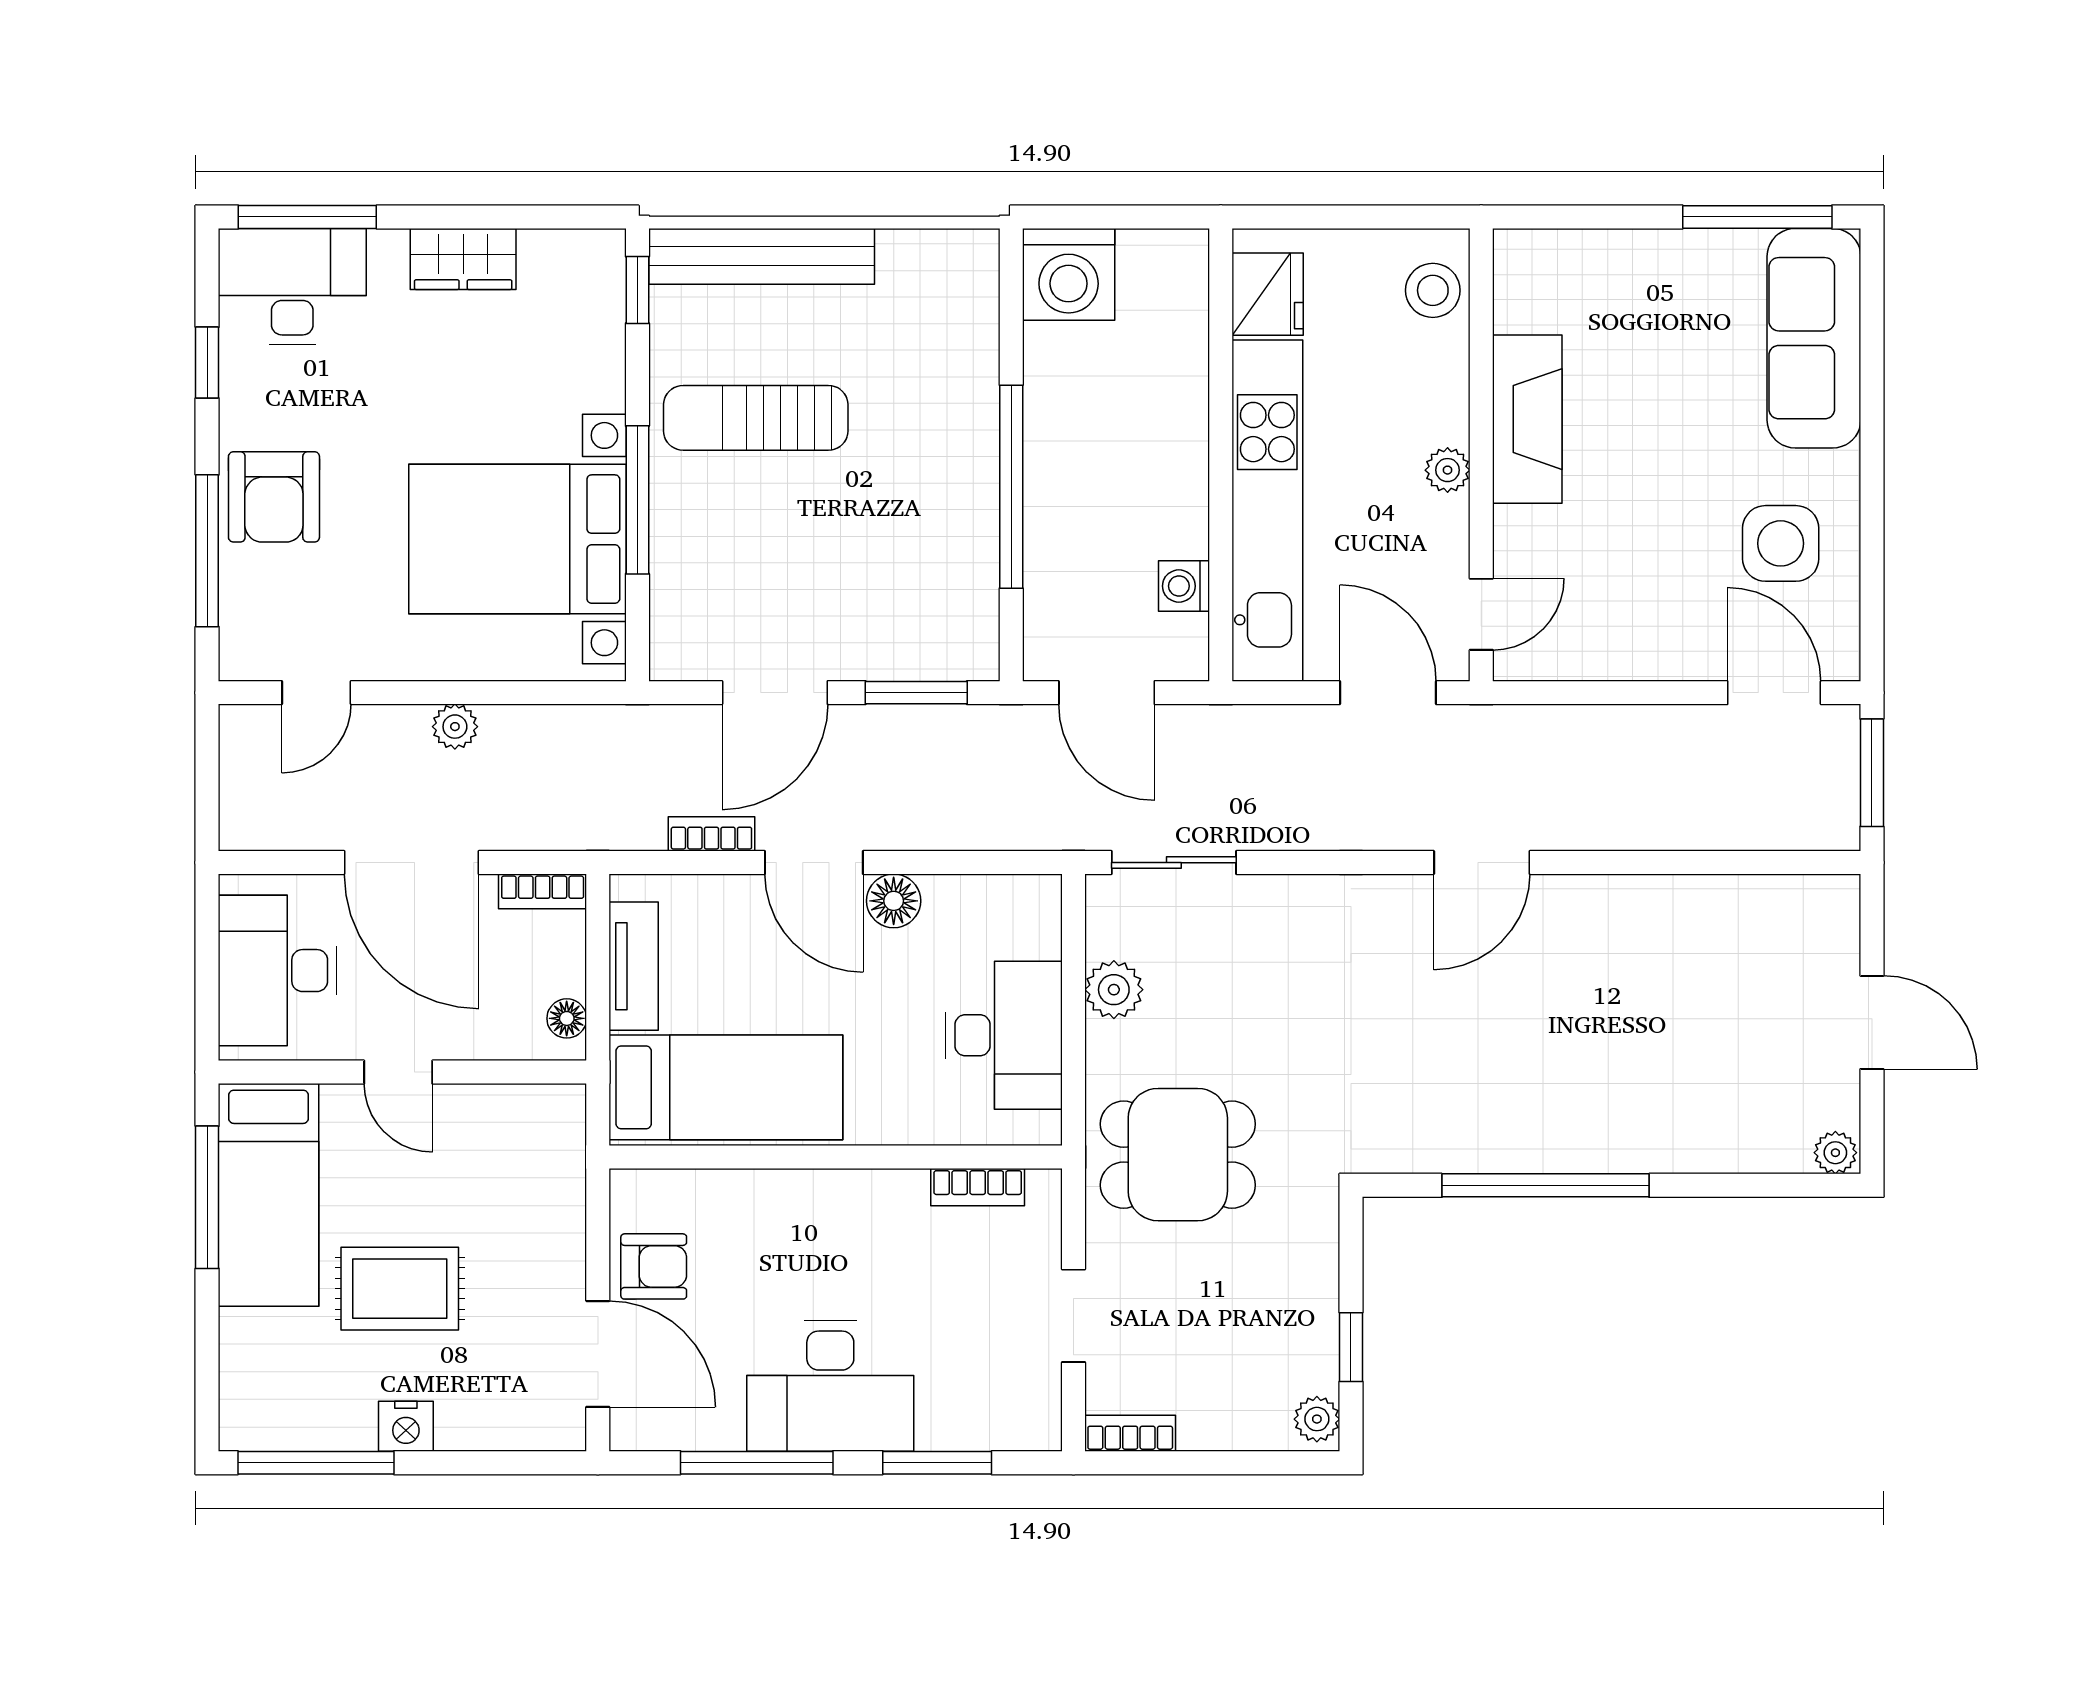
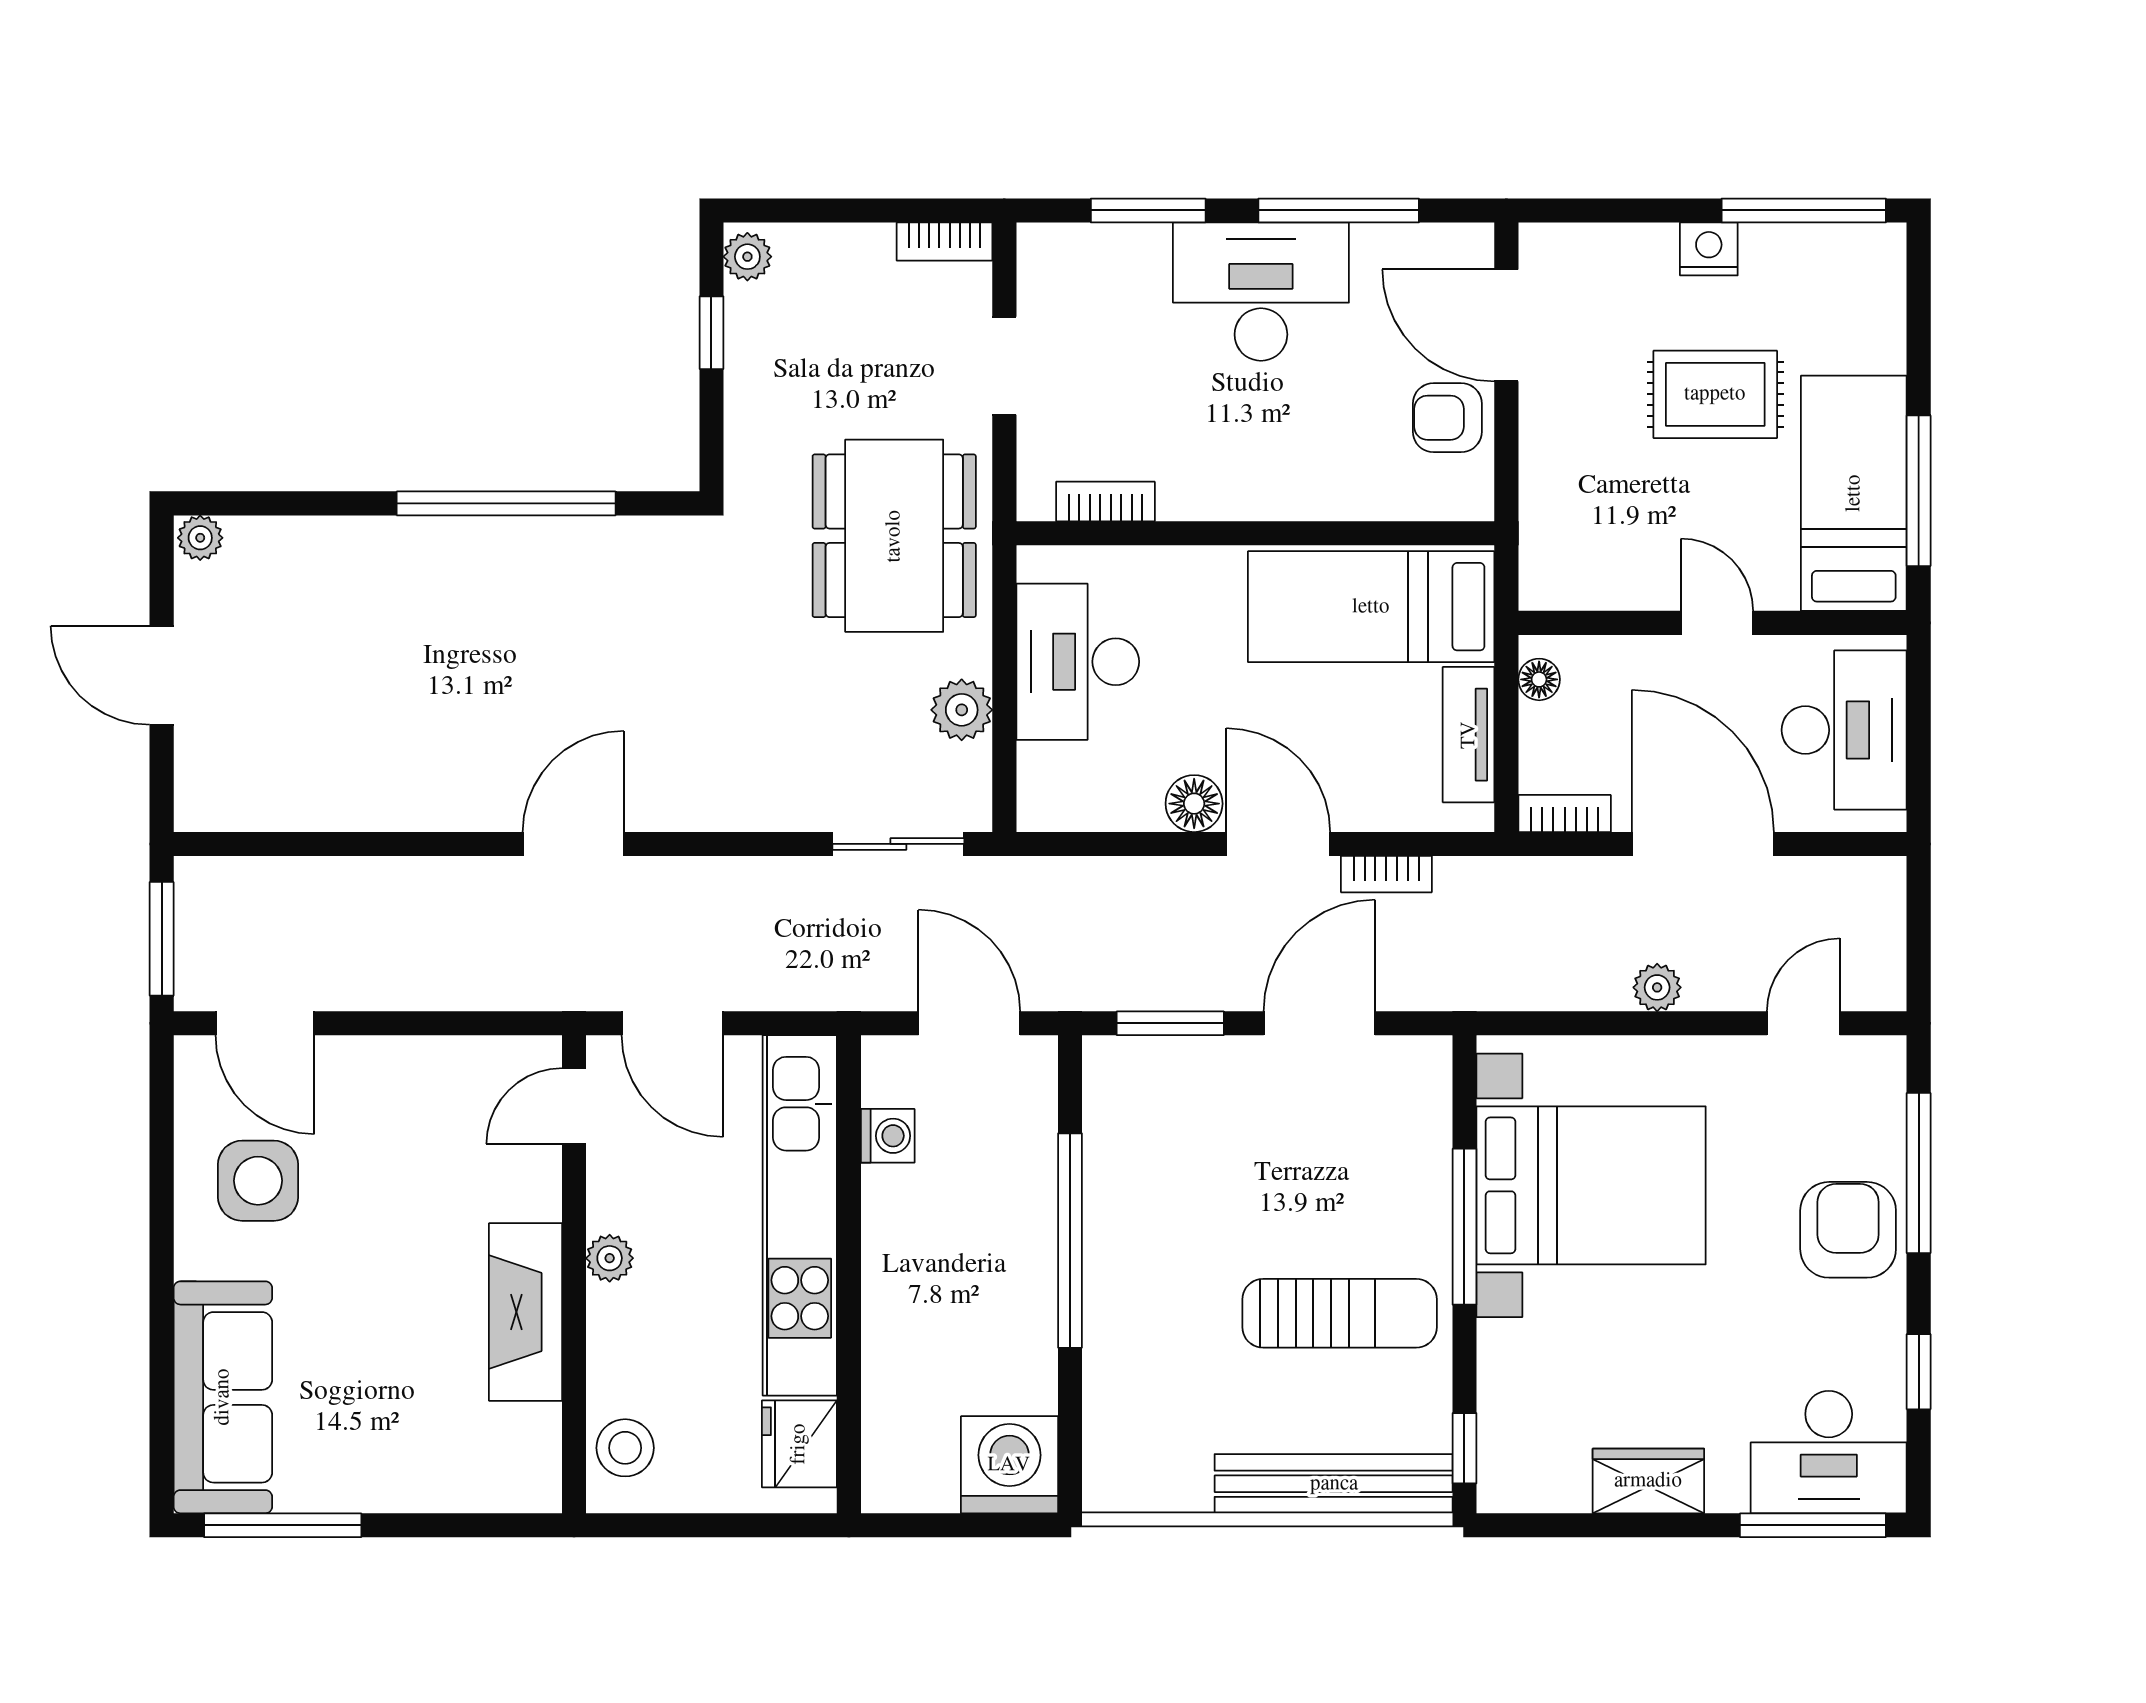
dining table: (1178, 1155) -> (894, 536), width x1.38

